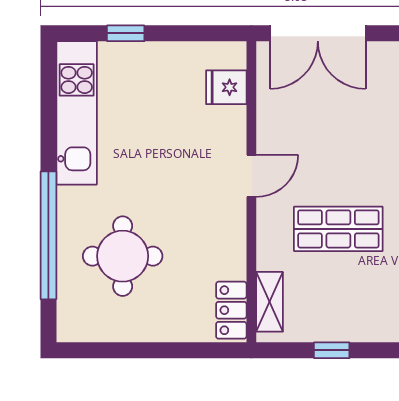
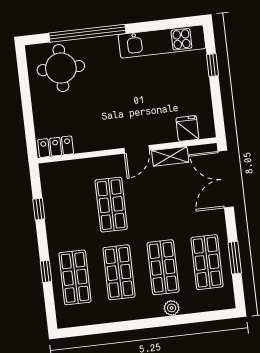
door: (251, 176) -> (137, 149), hinge flipped
round table: (123, 256) -> (61, 68), moved
shelving: (269, 302) -> (170, 156), moved

